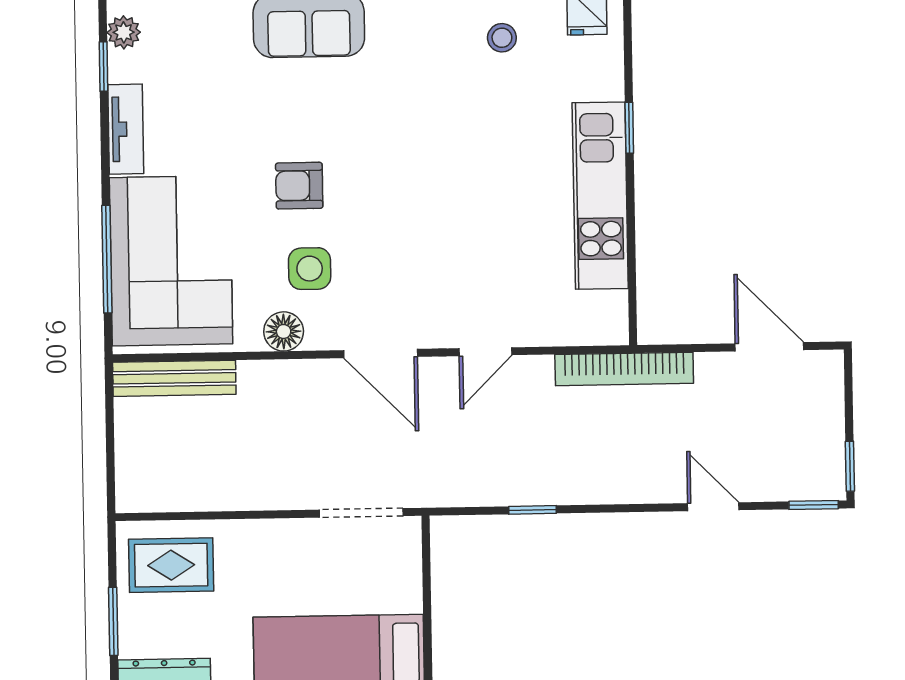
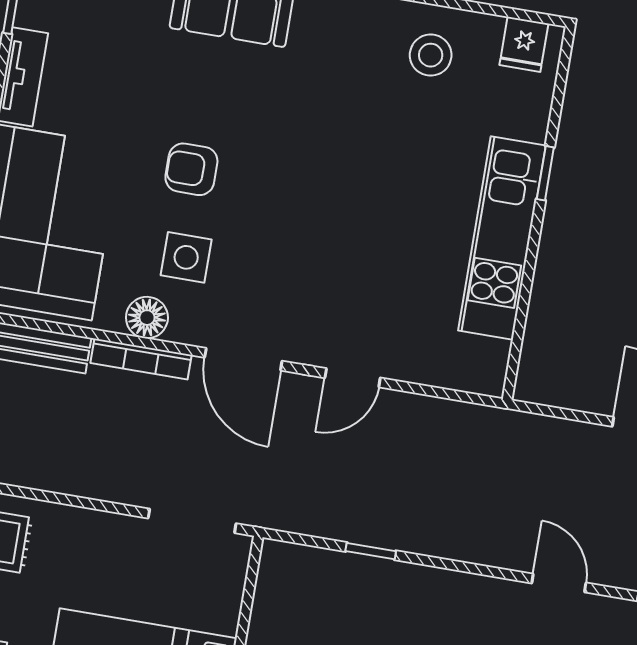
stool: (502, 38) -> (431, 55), width x1.37, depth x1.37
bookcase: (624, 369) -> (141, 359), moved, width x0.68, depth x0.76

